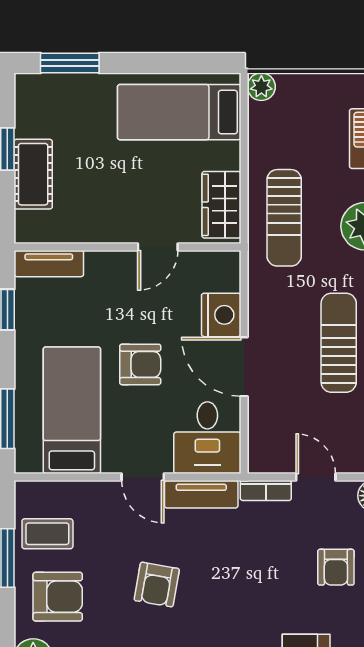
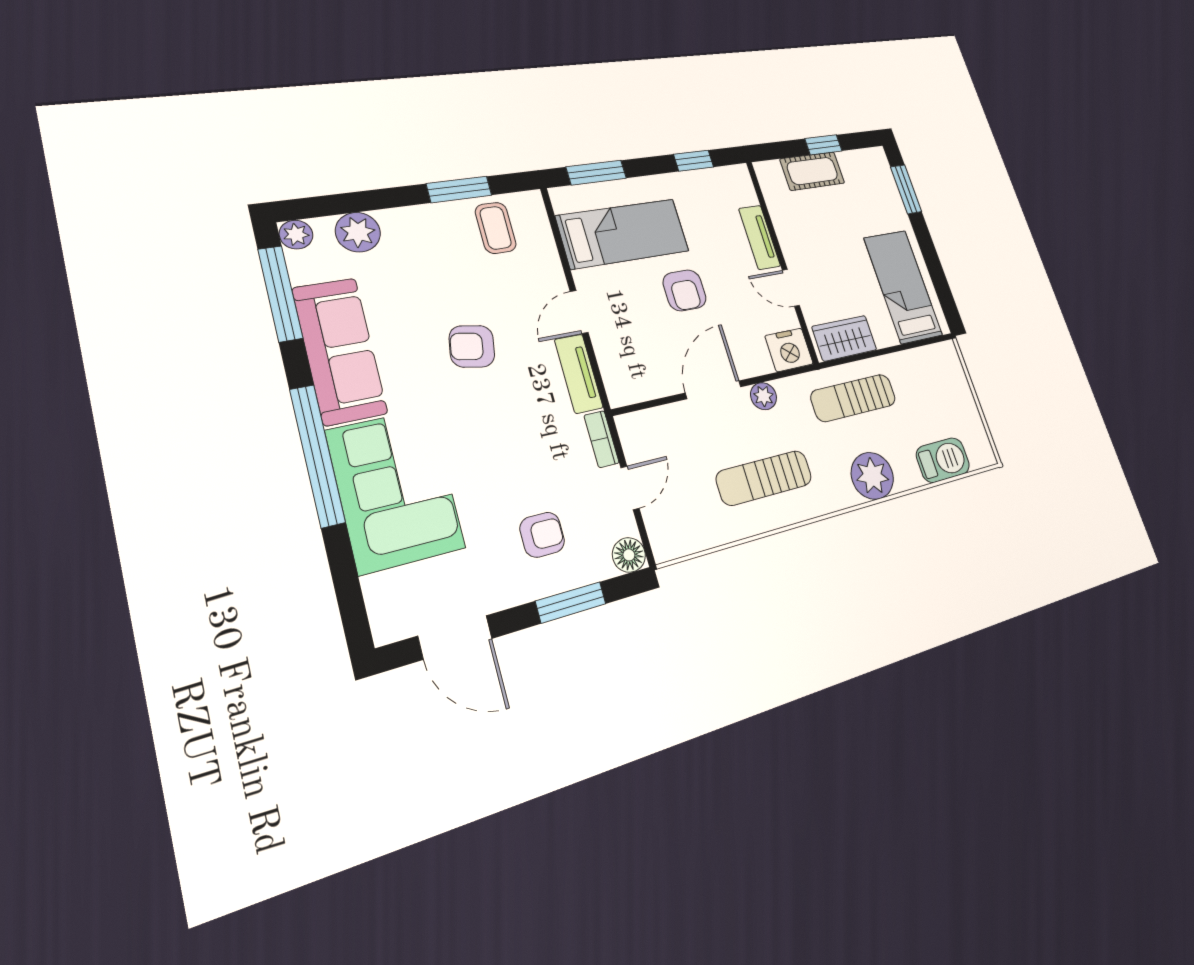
plant: (261, 87) -> (764, 396), moved
tv unit: (49, 264) -> (759, 237), moved
nightstand: (221, 315) -> (789, 350), moved
sun lounger: (339, 343) -> (764, 478), turned 180
desk: (207, 438) -> (636, 368), removed
armchair: (336, 567) -> (542, 535), turned 180
armchair: (58, 597) -> (432, 247), removed

